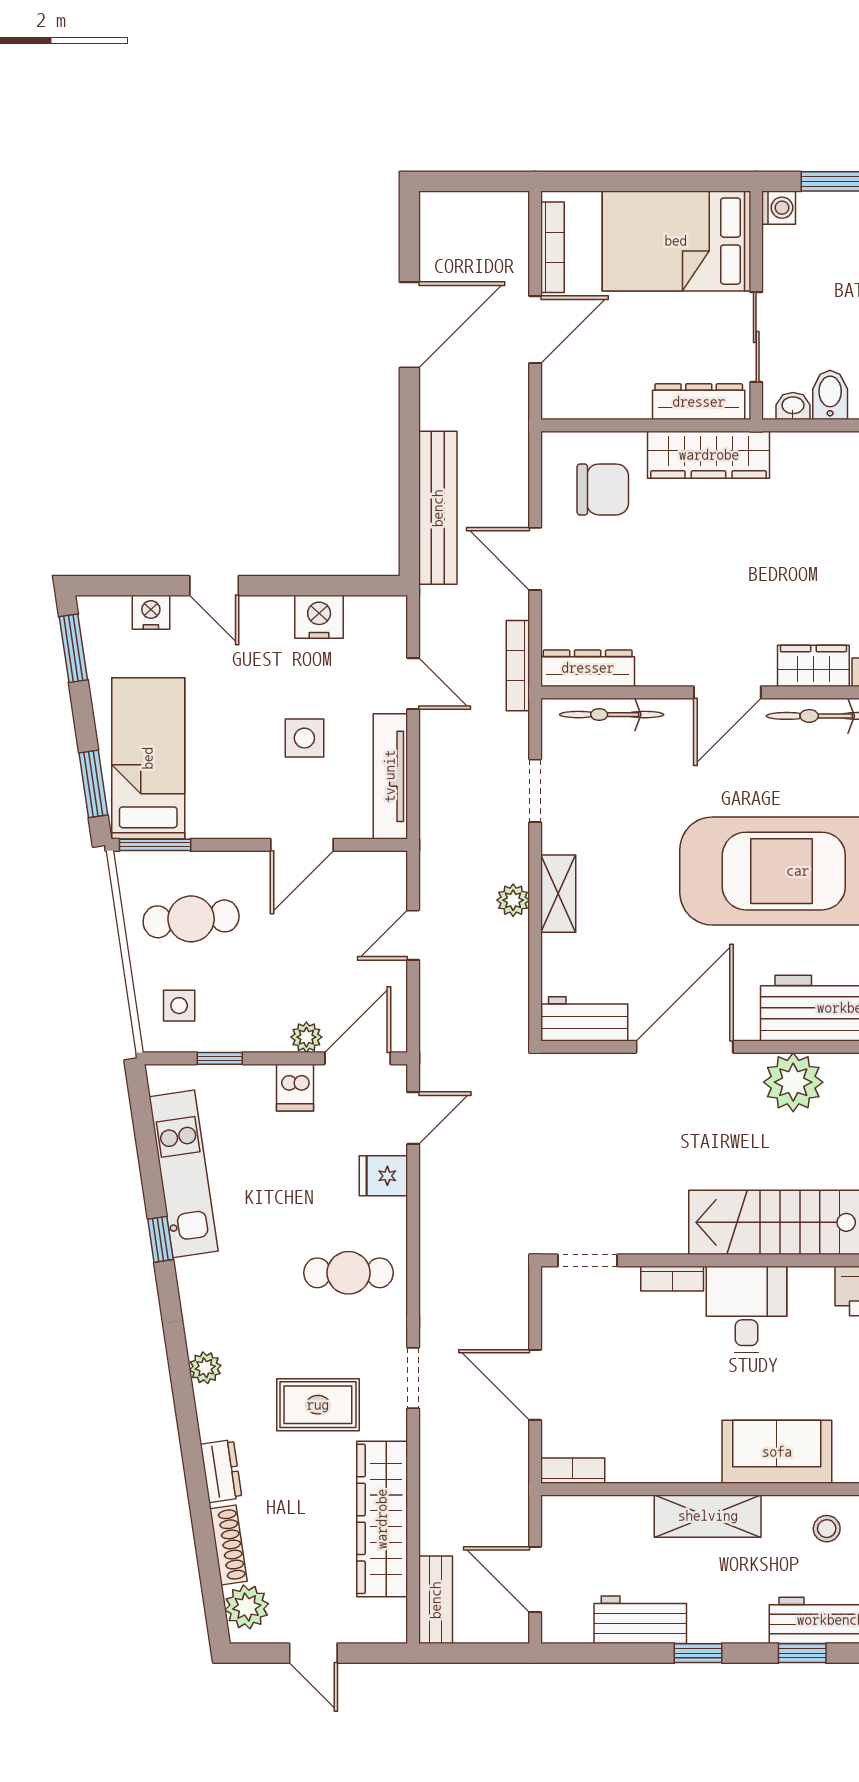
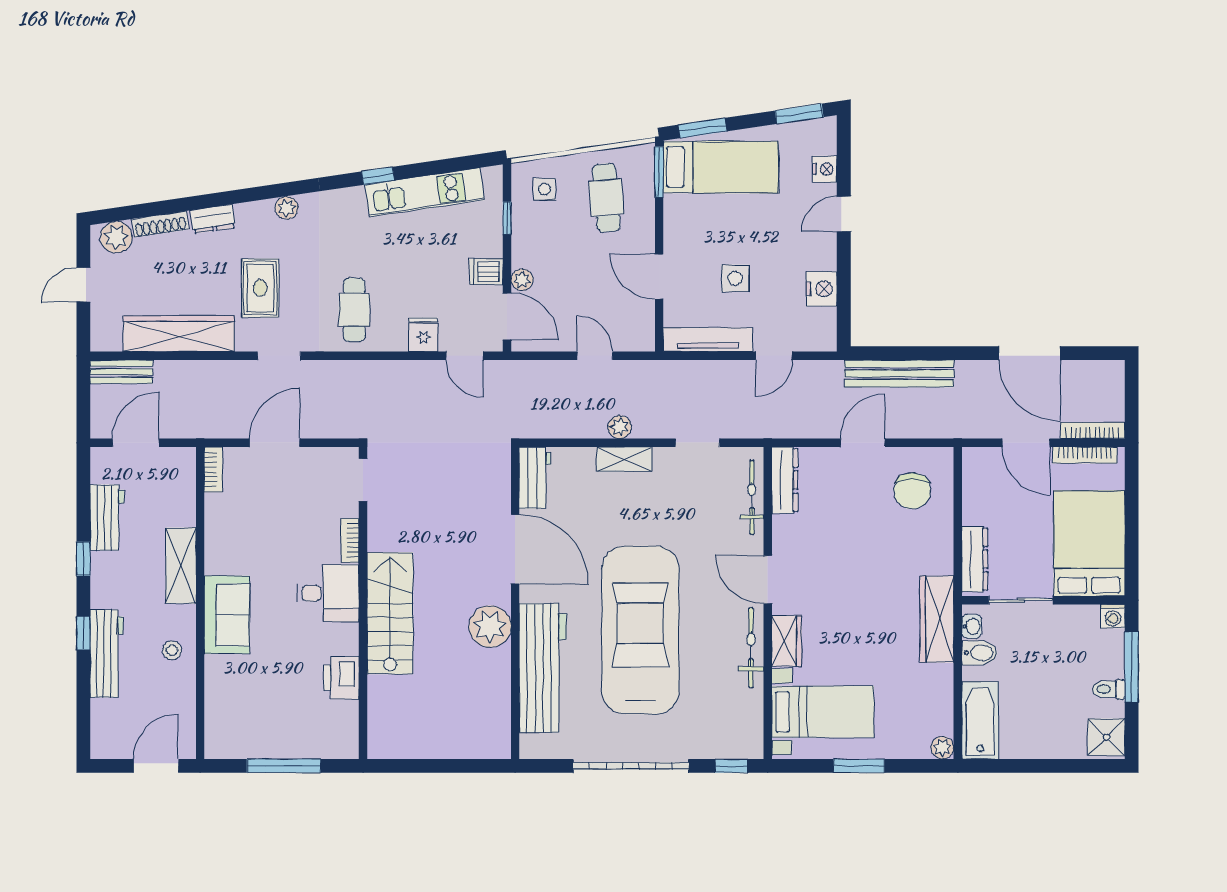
wardrobe: (709, 455) -> (937, 619), moved
bookcase: (518, 666) -> (1093, 430), moved

